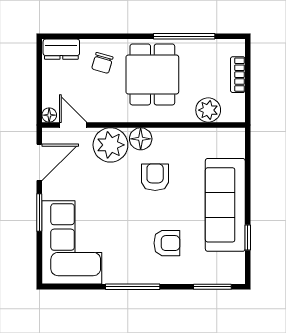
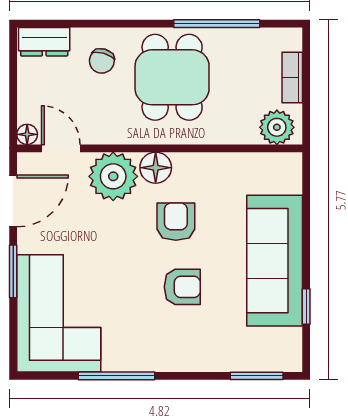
plant: (208, 110) -> (277, 127), moved
armchair: (167, 243) -> (182, 287), moved
window: (133, 287) -> (117, 376), moved

